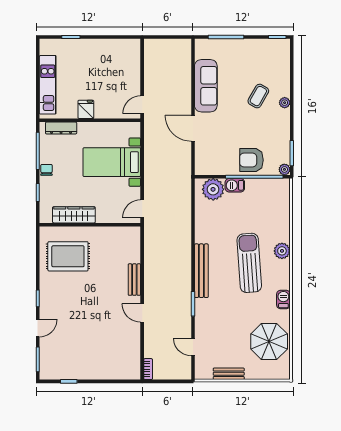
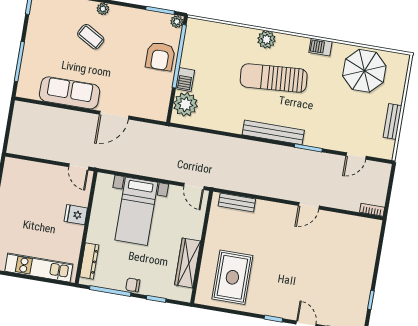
fridge: (86, 109) -> (76, 215), moved
bench: (134, 280) -> (237, 202), moved

